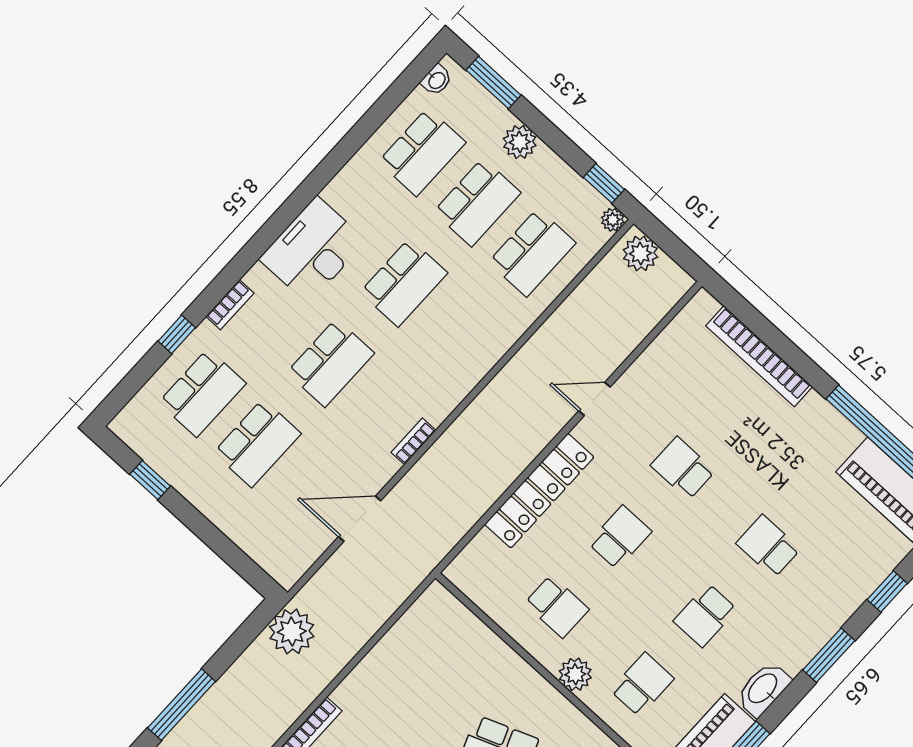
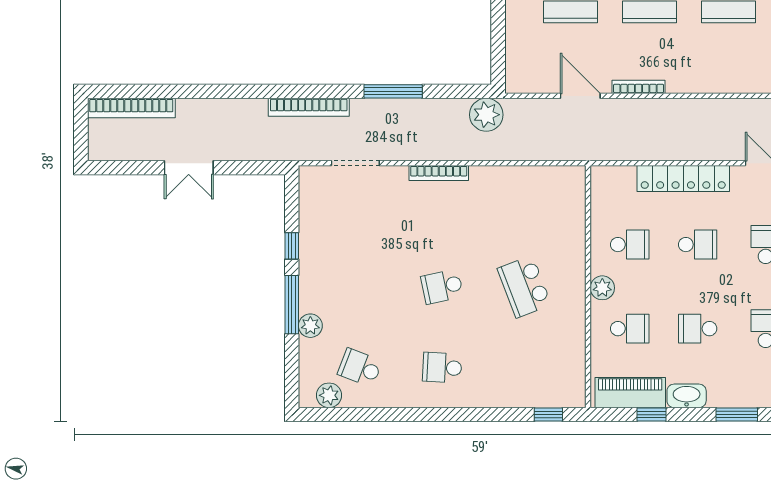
bookcase: (413, 441) -> (639, 87), width x1.56
school desk: (557, 606) -> (630, 245), turned -90

